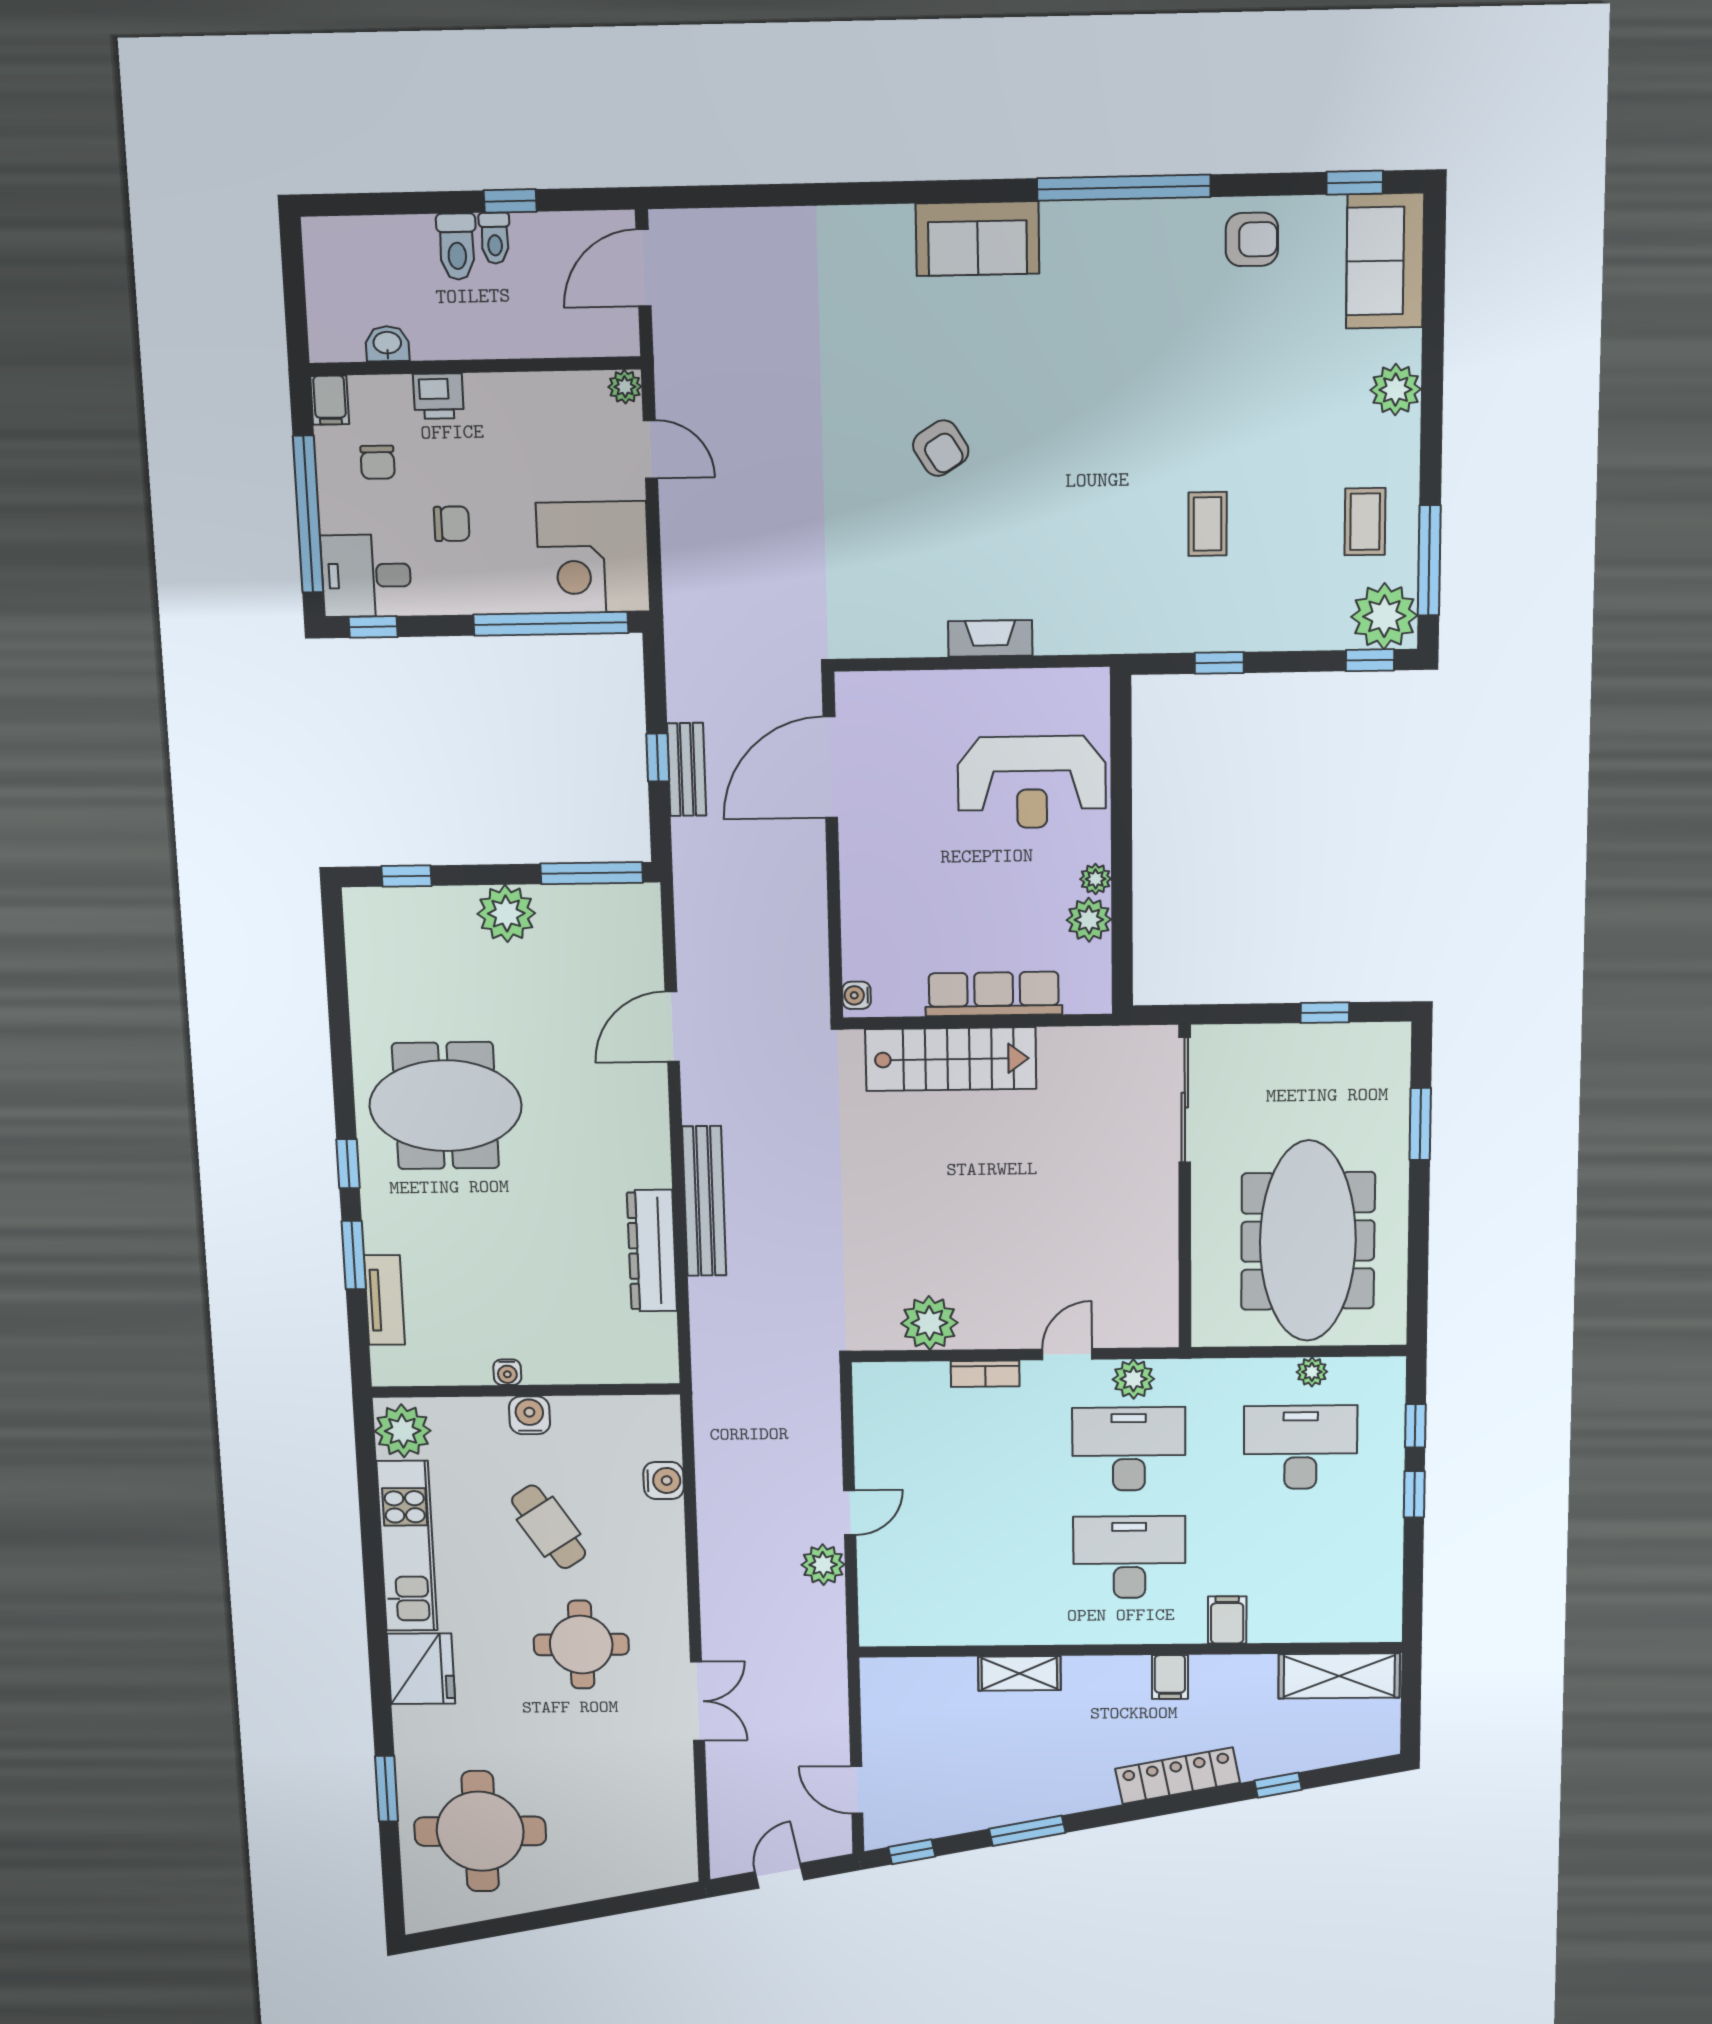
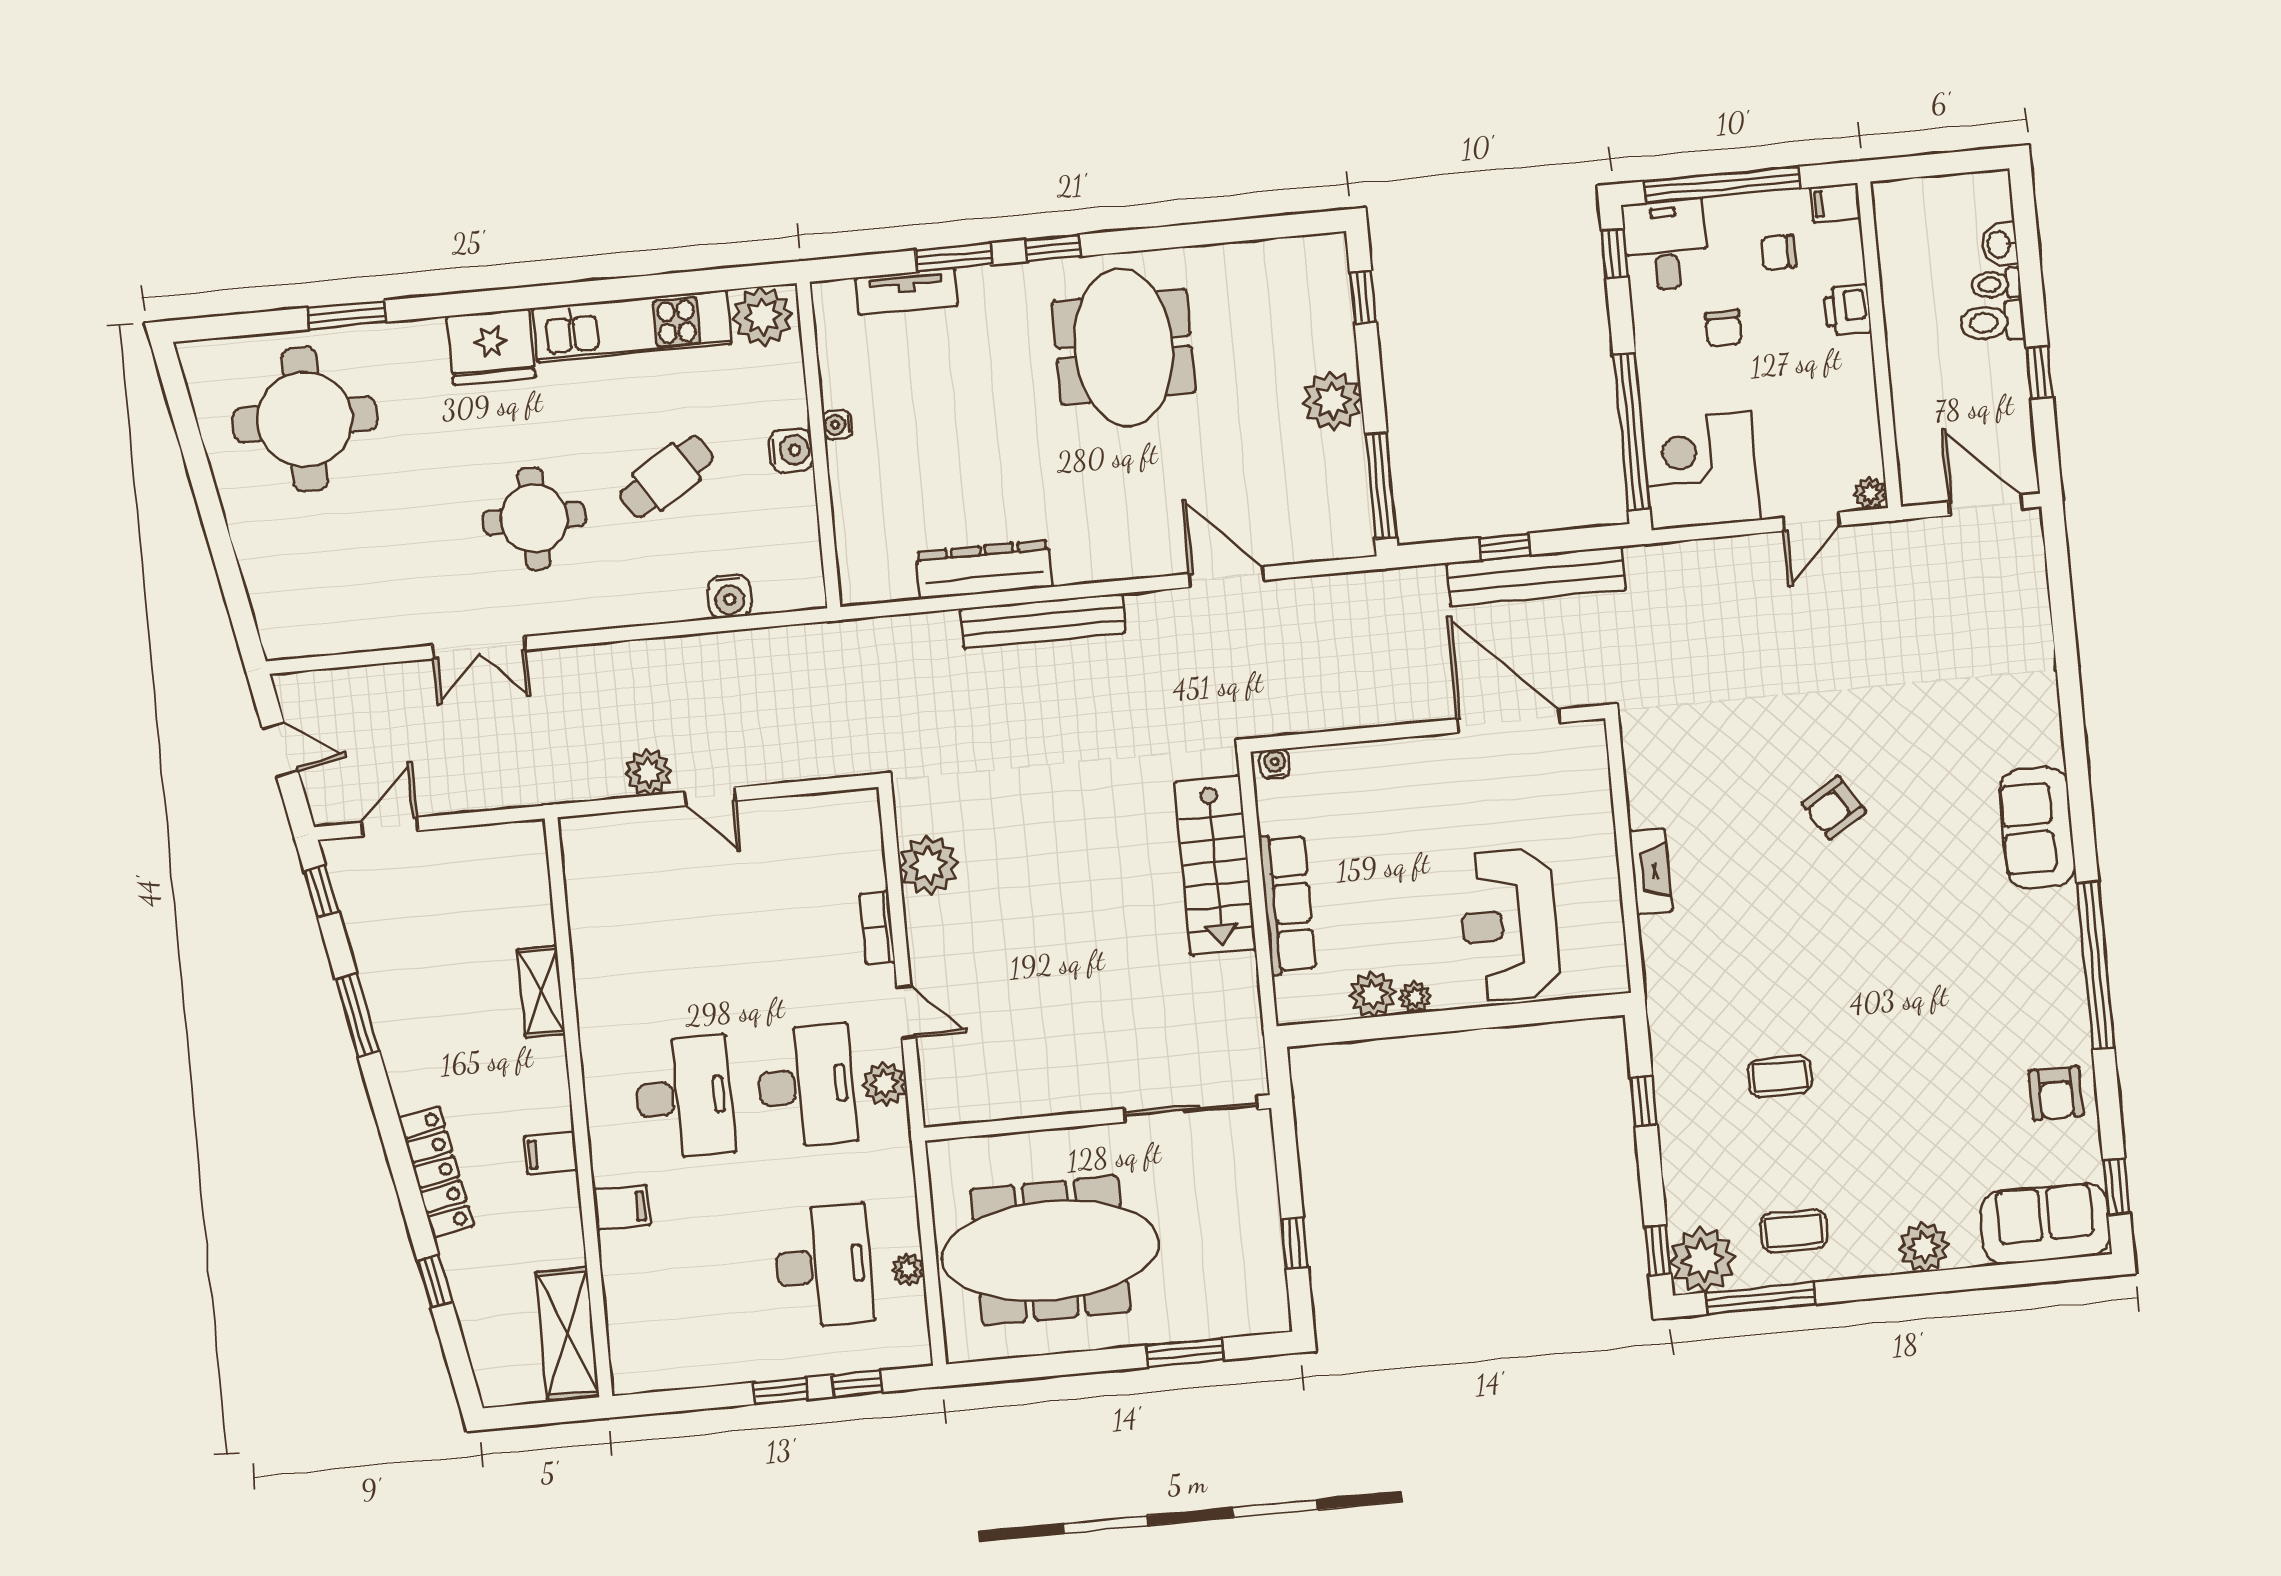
toilet: (495, 238) -> (1996, 284), moved
washbasin: (387, 344) -> (2000, 244), moved, turned 180
bench: (687, 769) -> (1536, 576), width x1.86, depth x1.21

